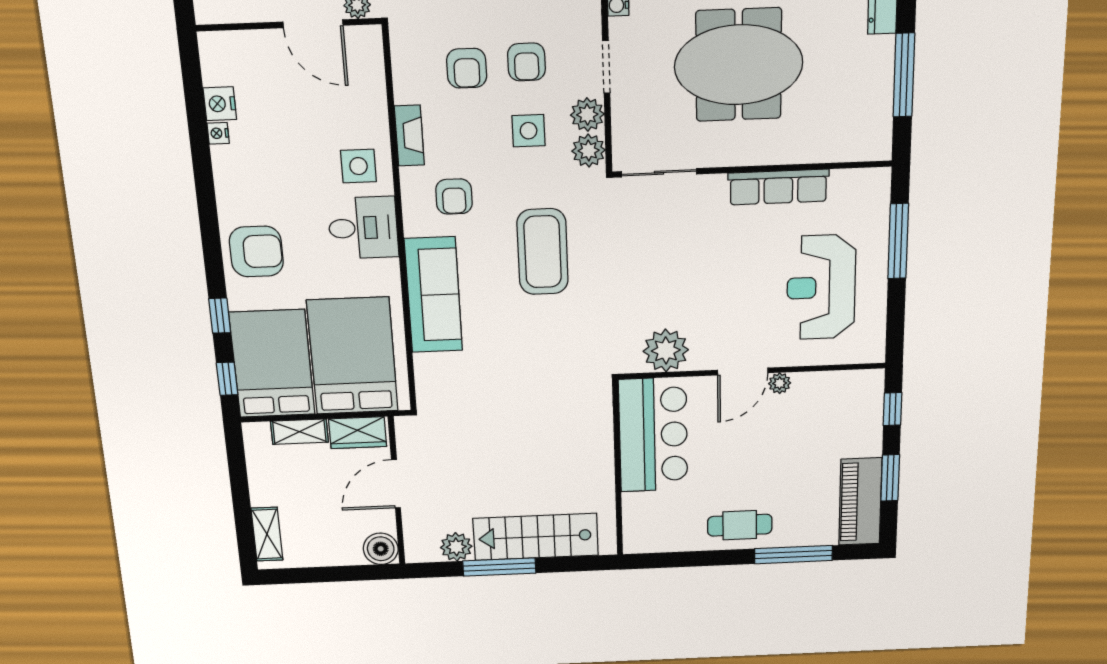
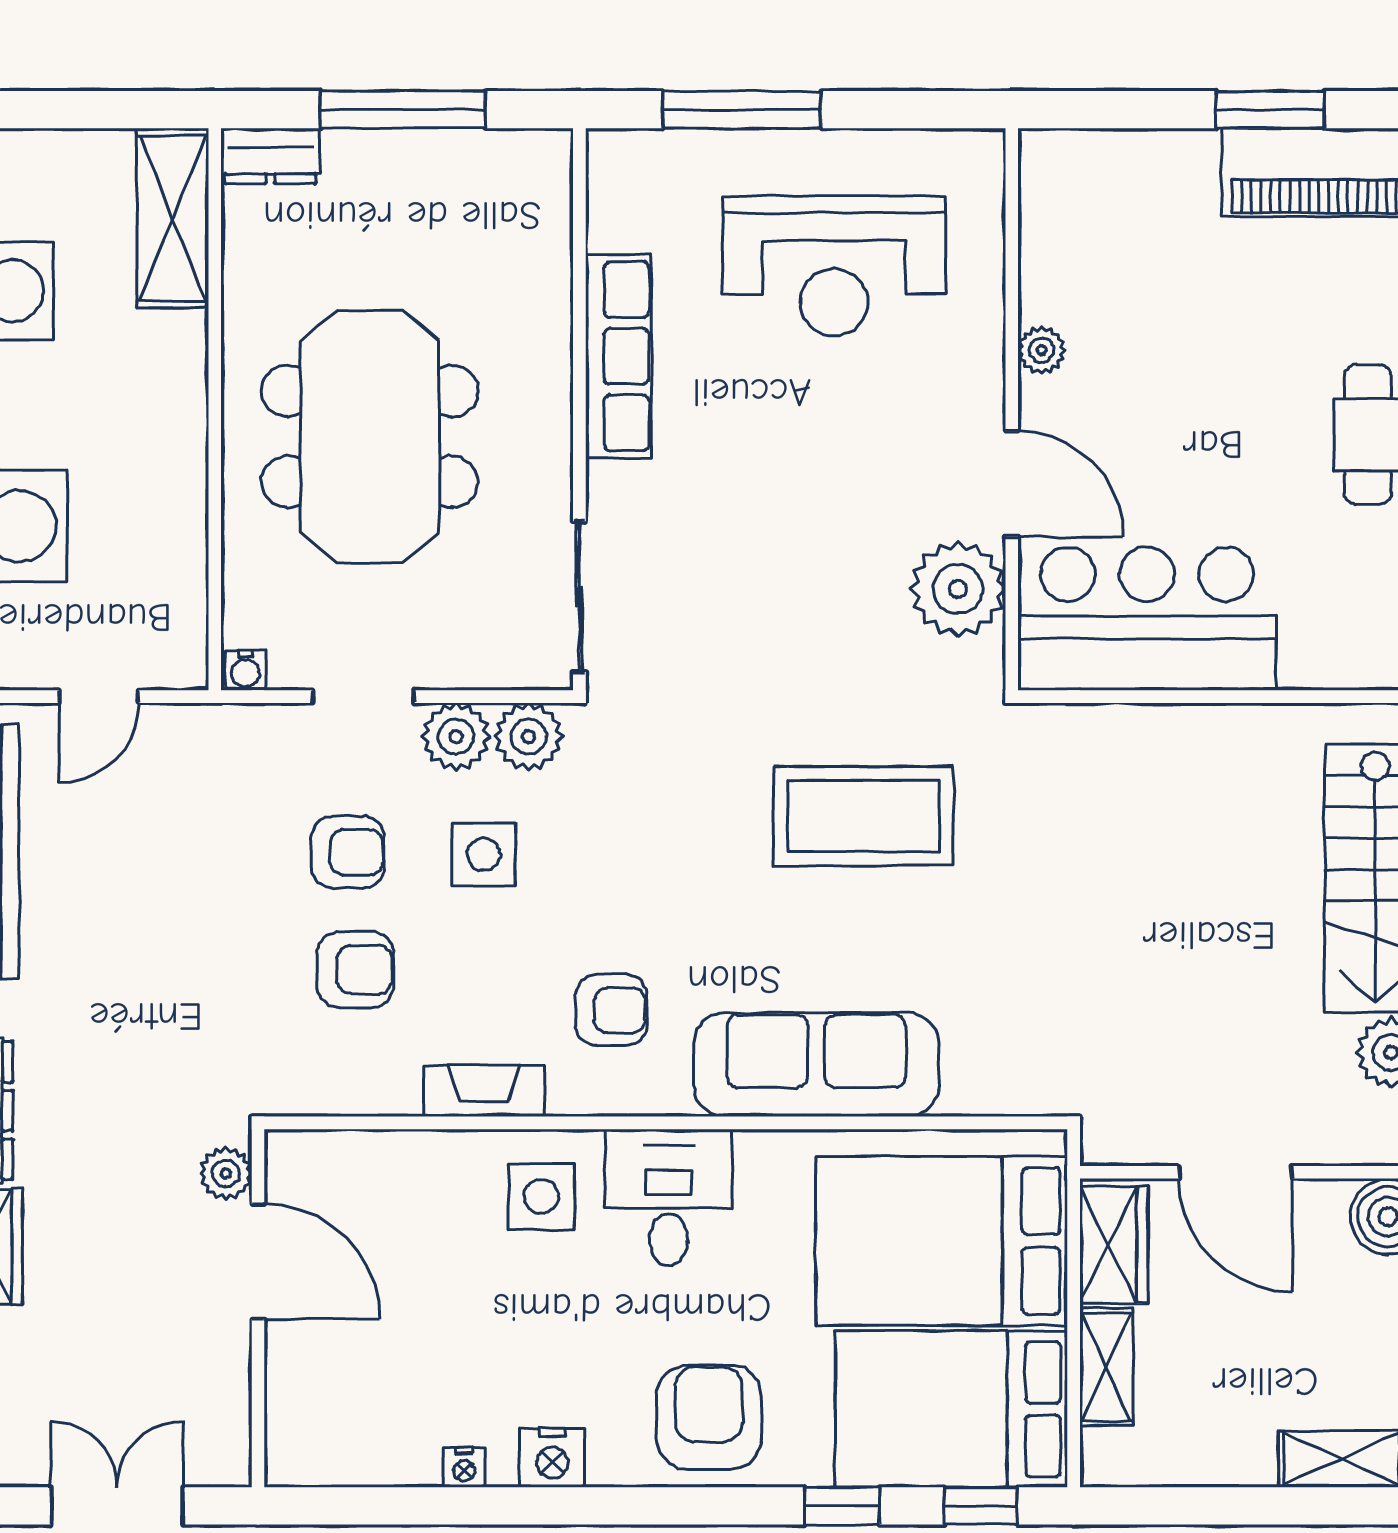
door: (313, 24) -> (258, 1261), hinge flipped
nightstand: (220, 104) -> (552, 1458), moved
coffee table: (543, 252) -> (863, 816), moved
door: (743, 371) -> (1012, 484), moved
window: (892, 409) -> (1111, 110), removed

